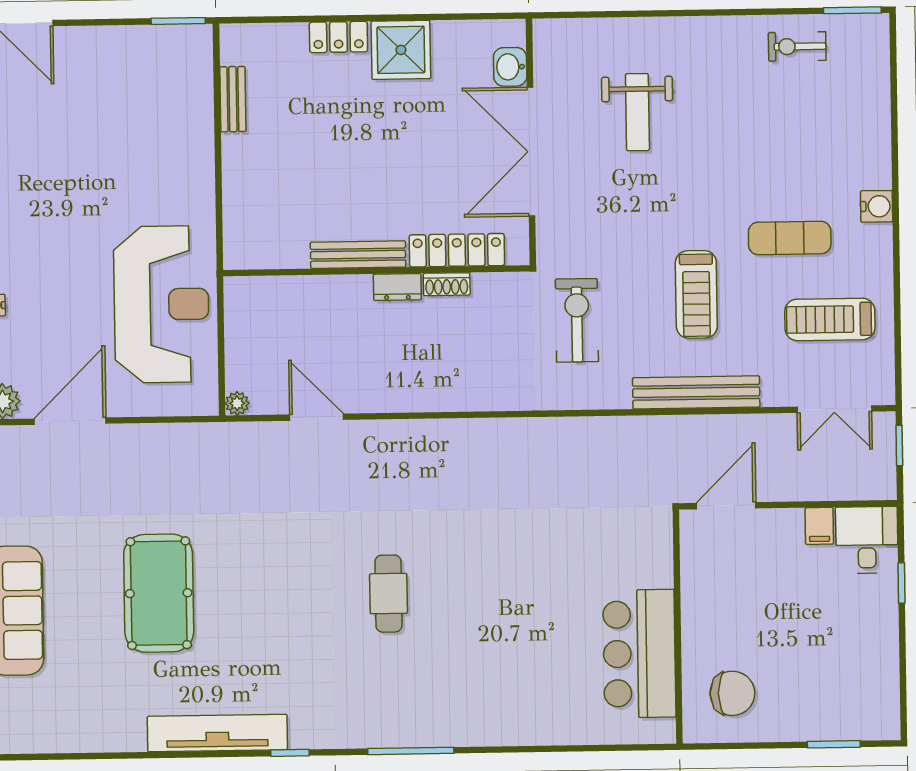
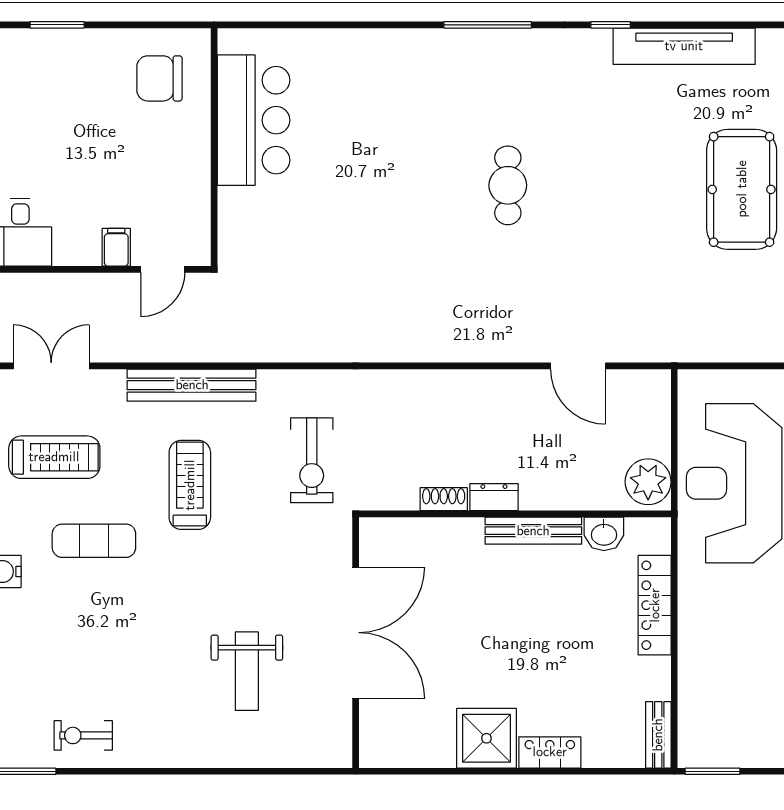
exercise bike: (797, 46) -> (83, 735), turned 180
washbasin: (510, 67) -> (604, 534), moved, turned 90
bench: (233, 99) -> (658, 735), moved
weight bench: (637, 112) -> (247, 671), turned 180
locker: (457, 250) -> (655, 605), moved, turned 90
plant: (237, 403) -> (648, 482), moved, width x1.88, depth x1.88
door: (726, 506) -> (163, 269), width x0.73
filing cabinet: (819, 526) -> (116, 247), moved

